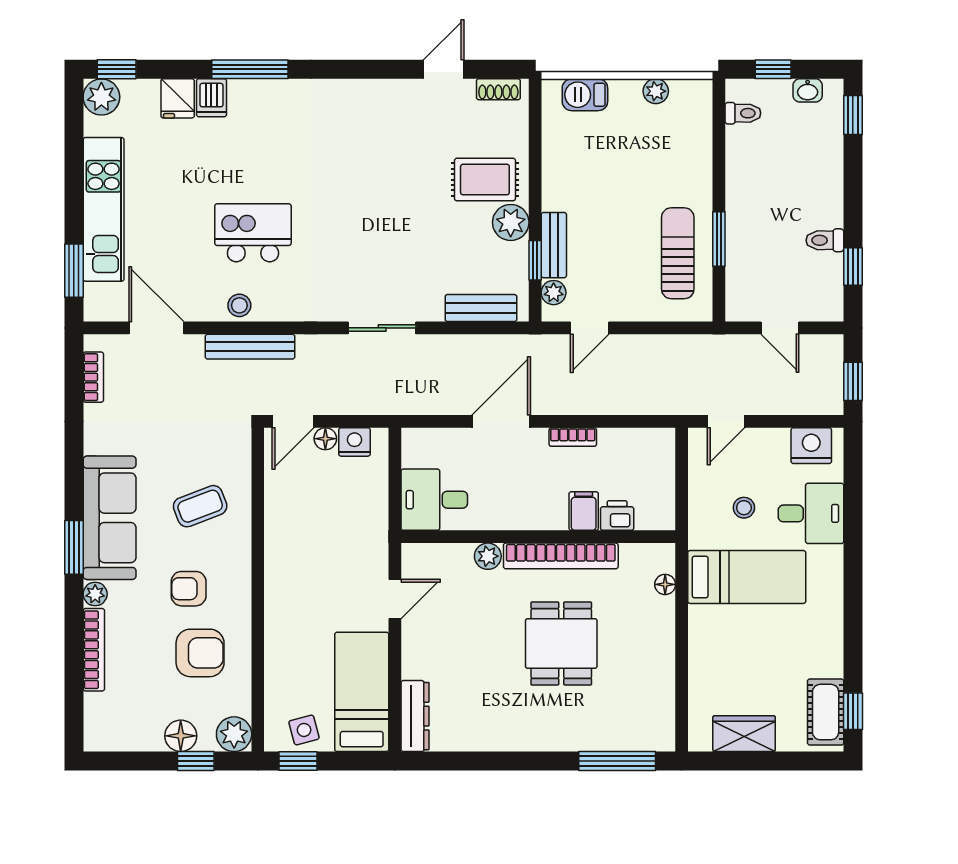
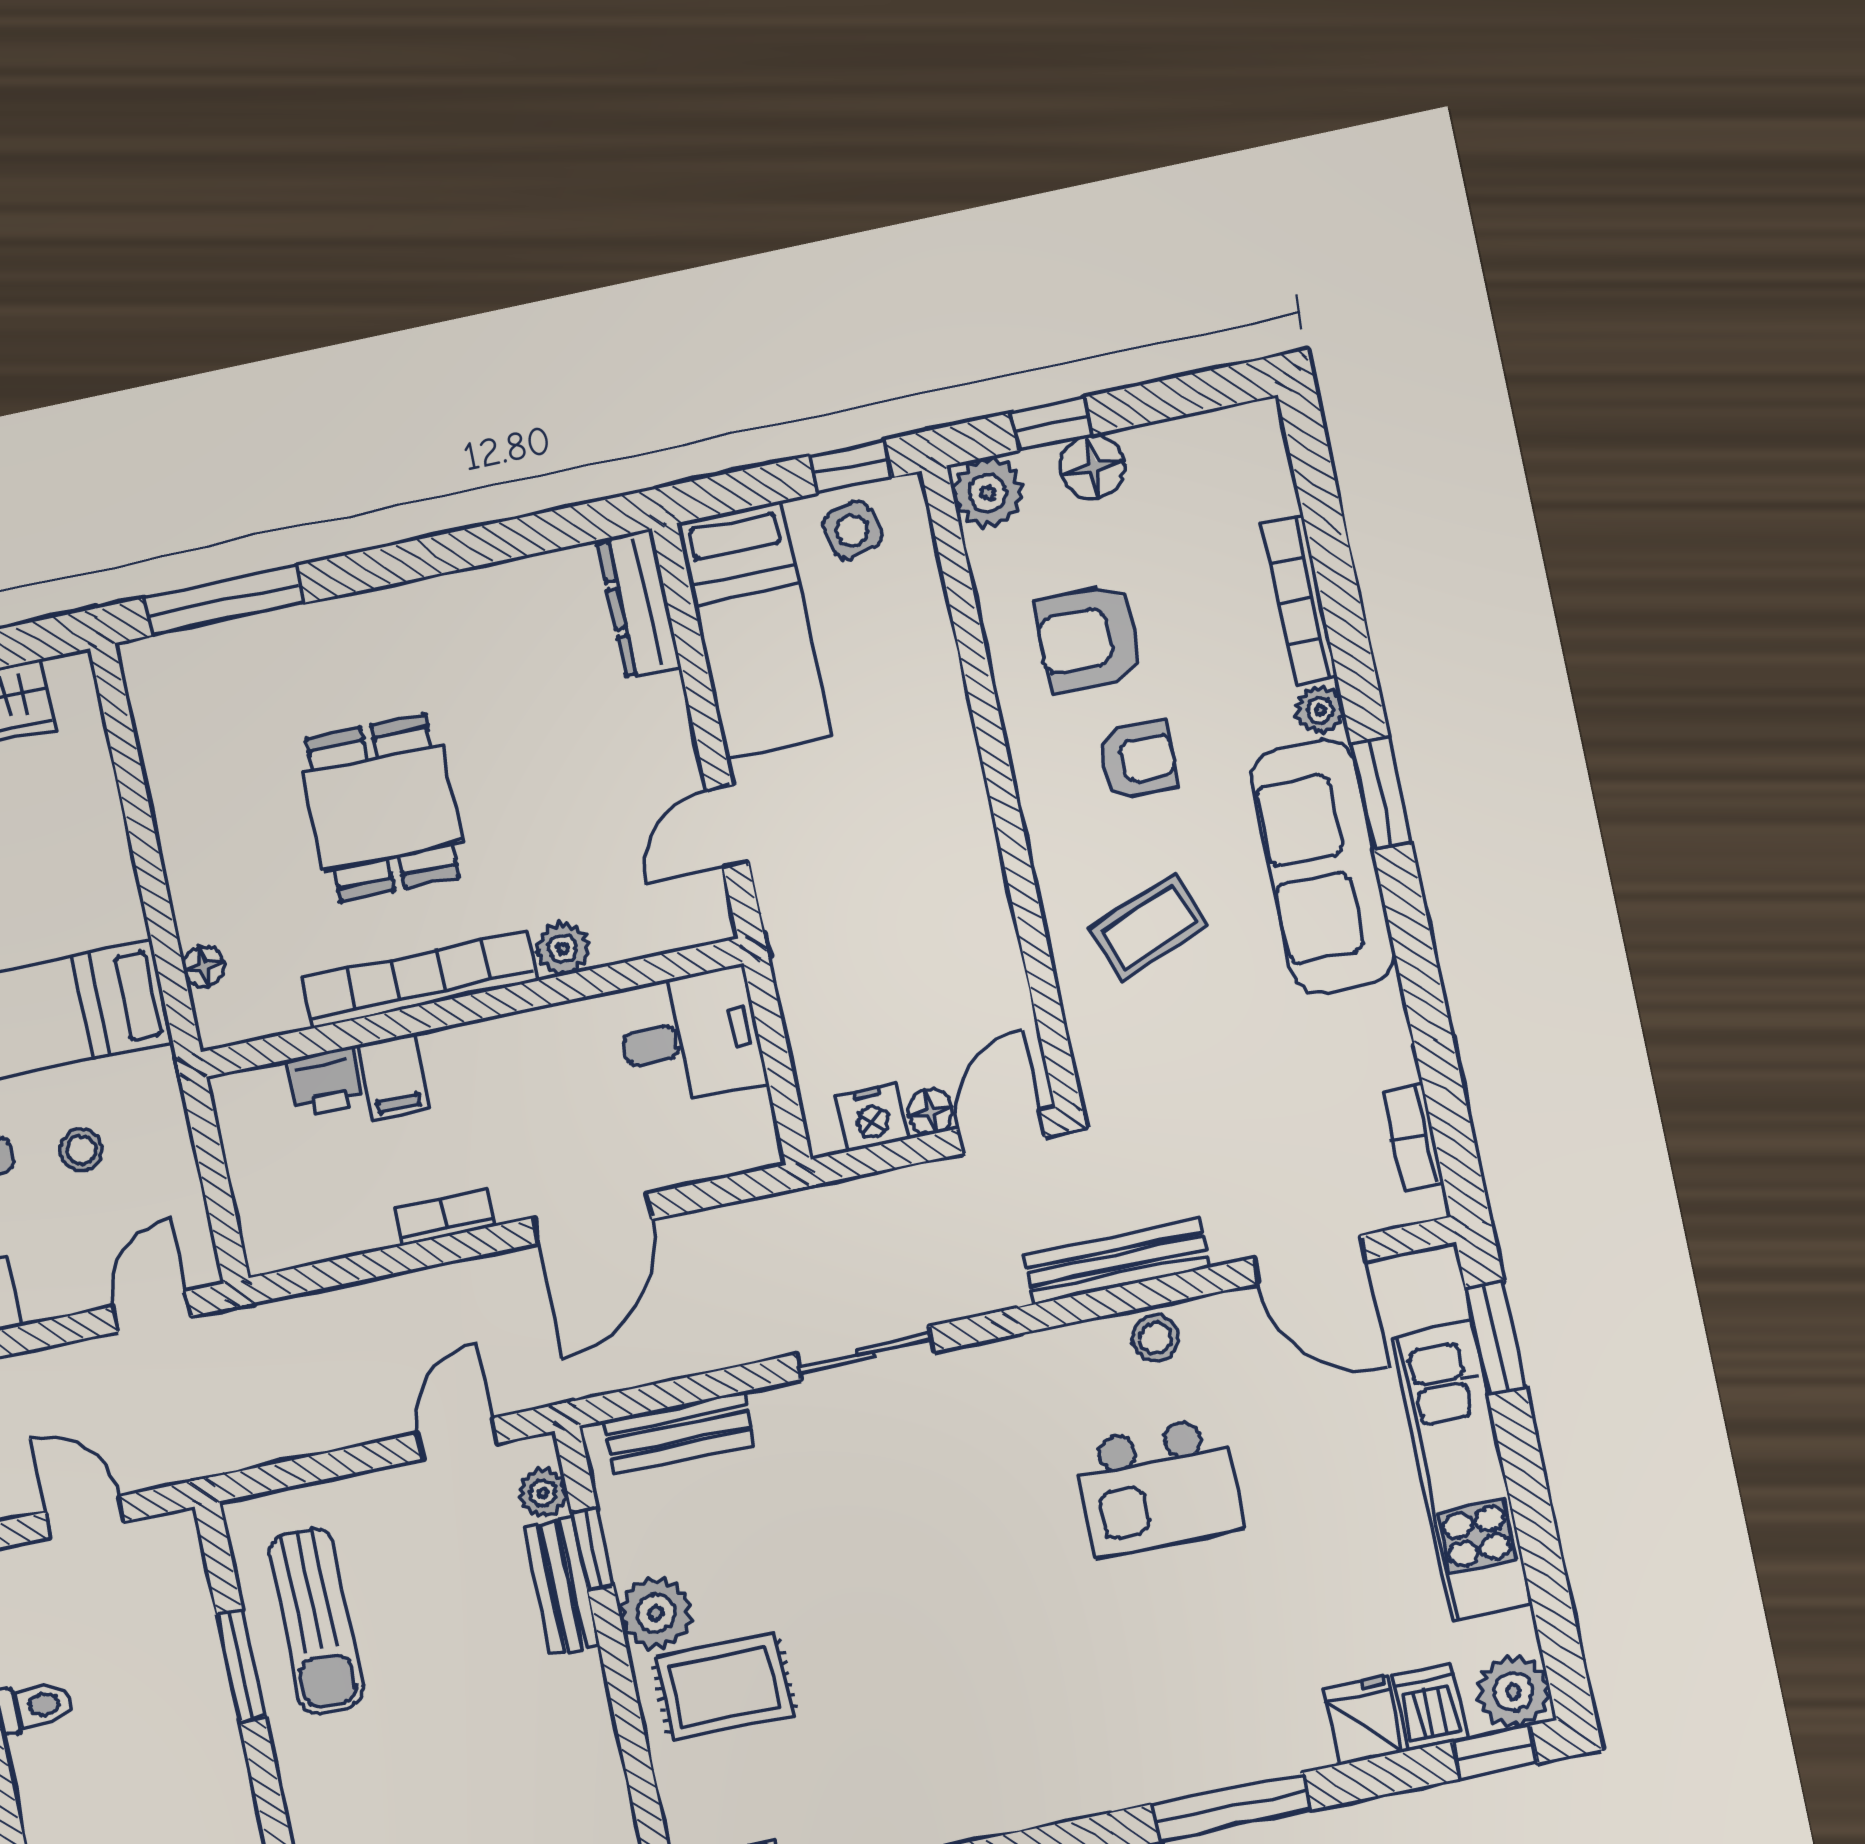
dishwasher: (211, 98) -> (1430, 1707), moved

